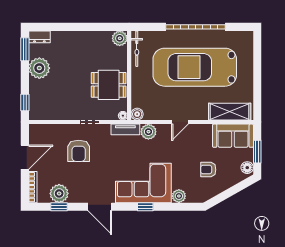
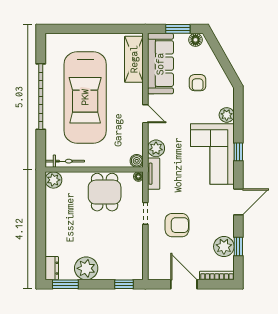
sofa: (233, 136) -> (160, 64), width x1.36

